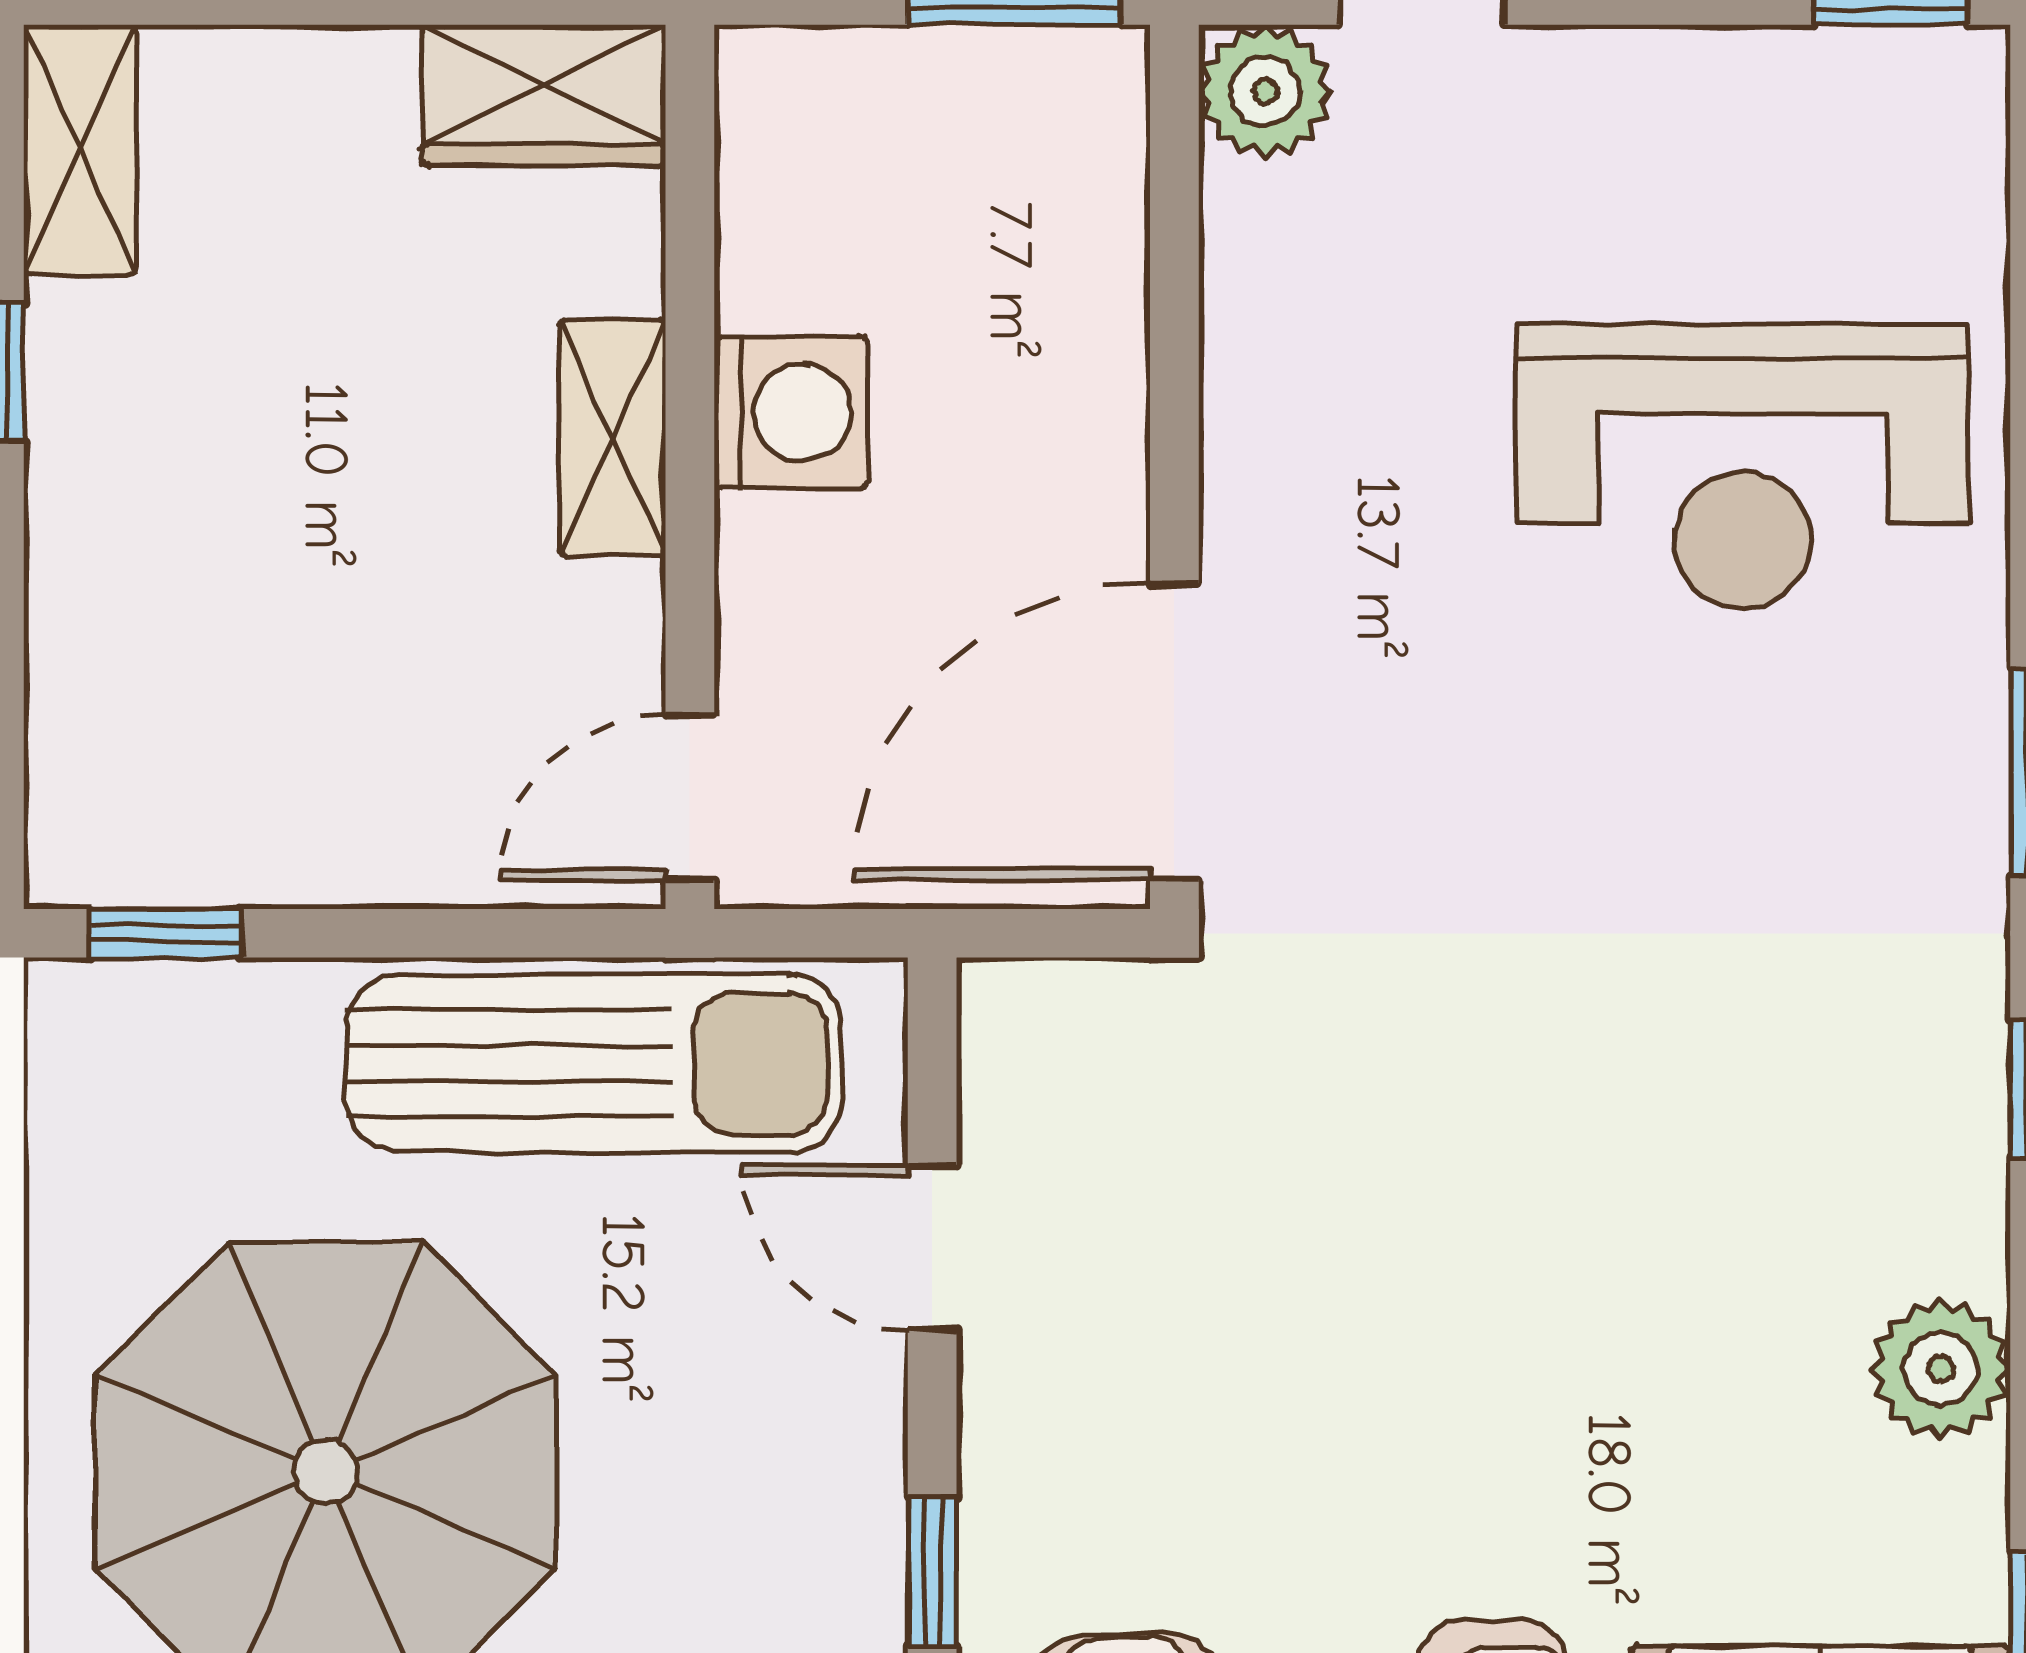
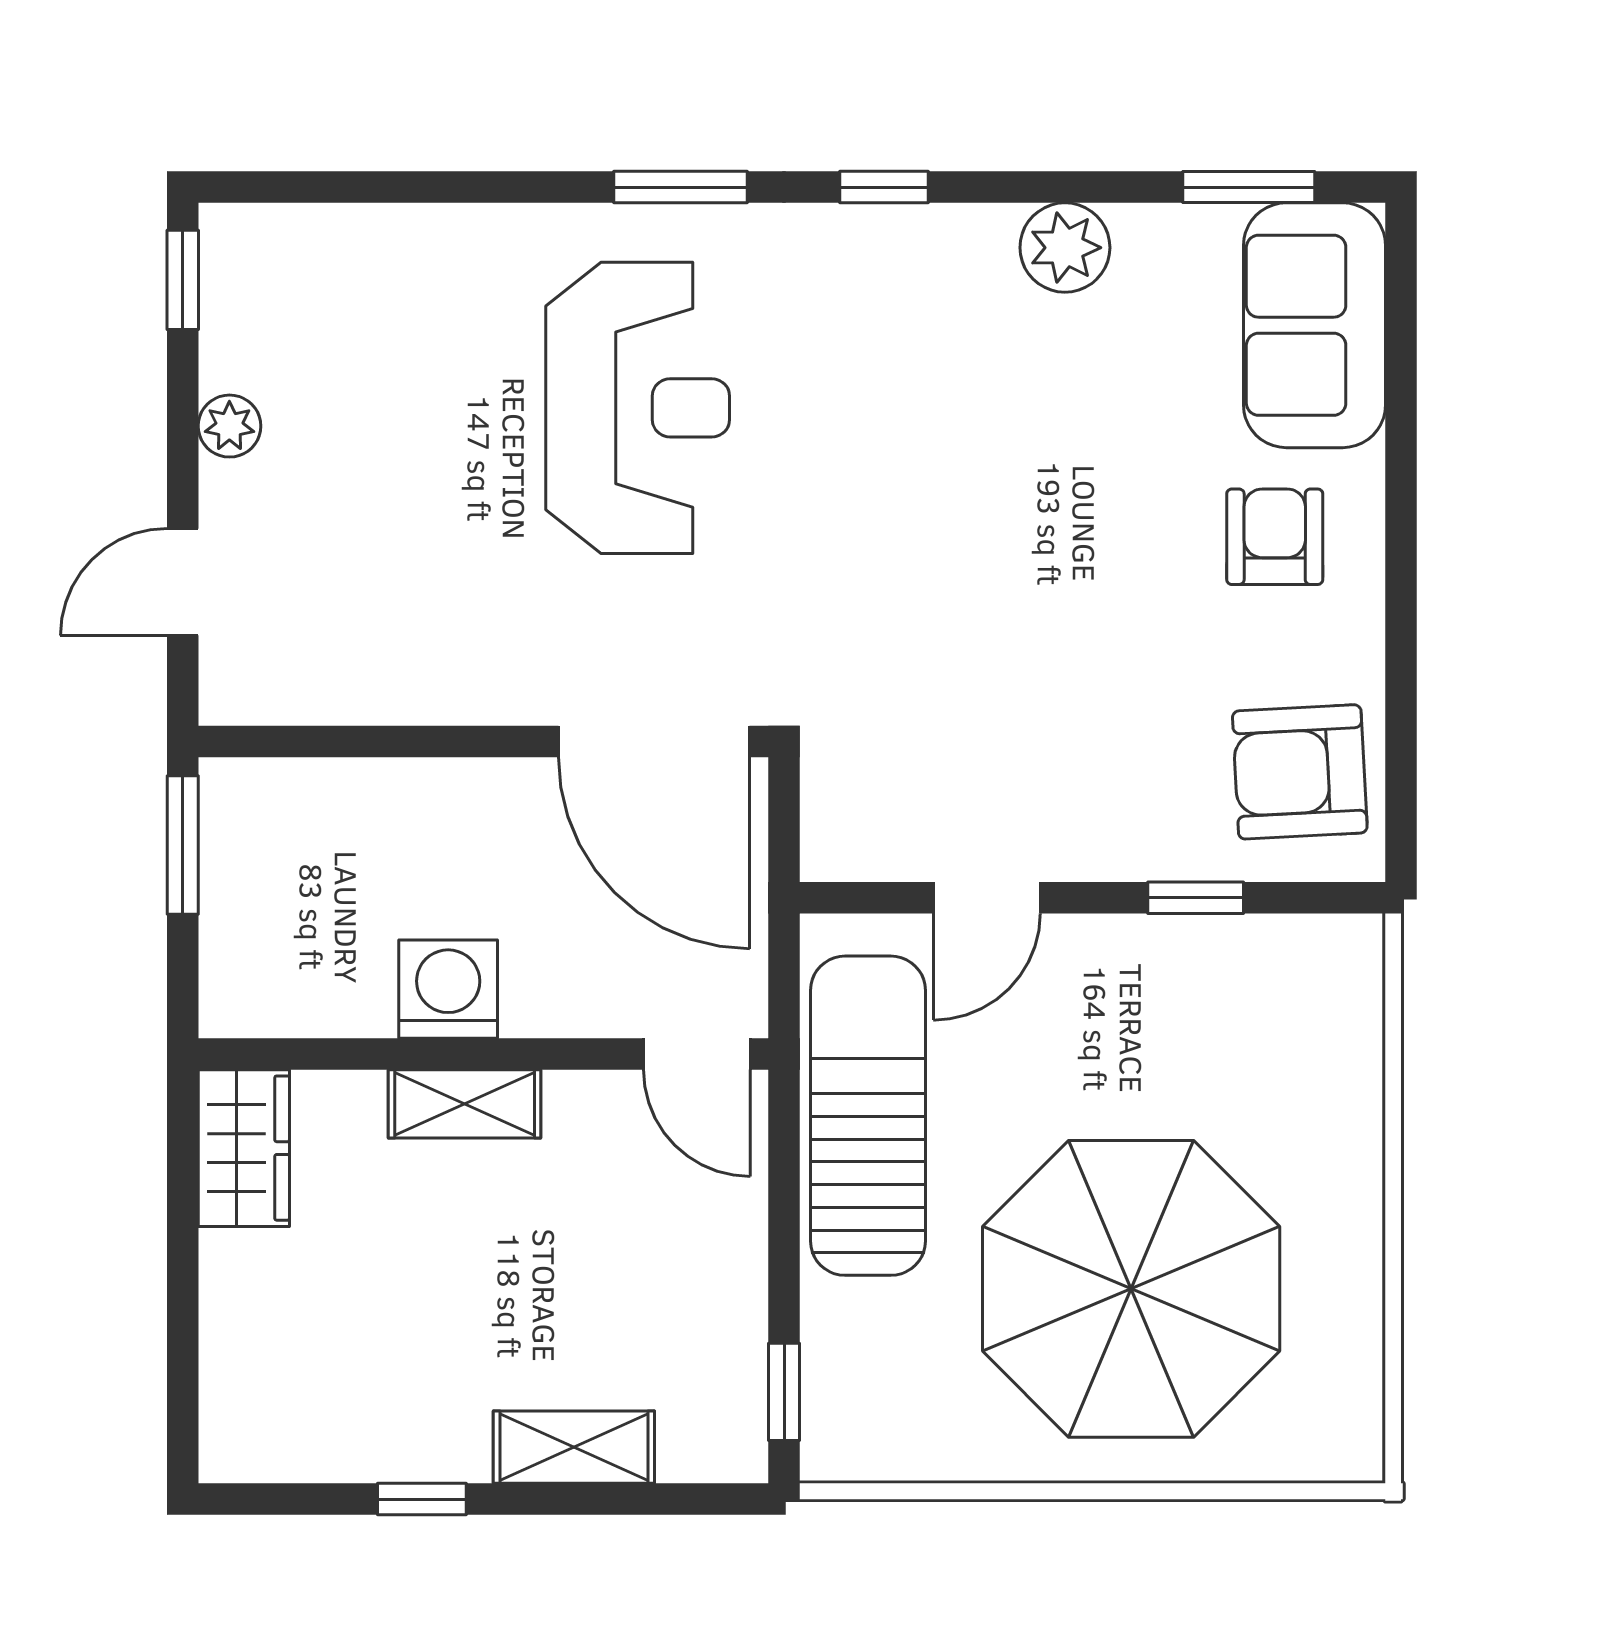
plant: (1265, 91) -> (229, 426), moved, width x0.73, depth x0.73
shelving: (80, 150) -> (574, 1447), moved
reception desk: (1743, 466) -> (638, 408), moved

